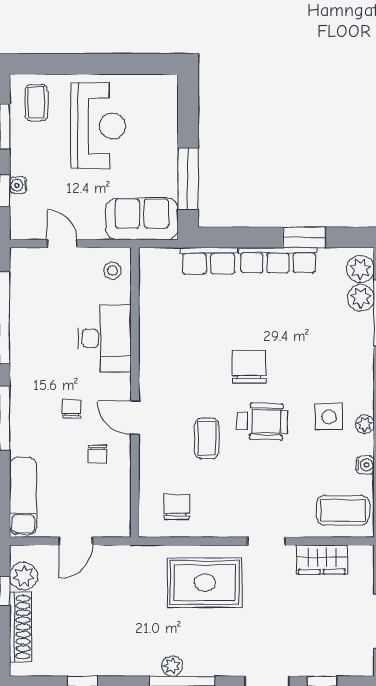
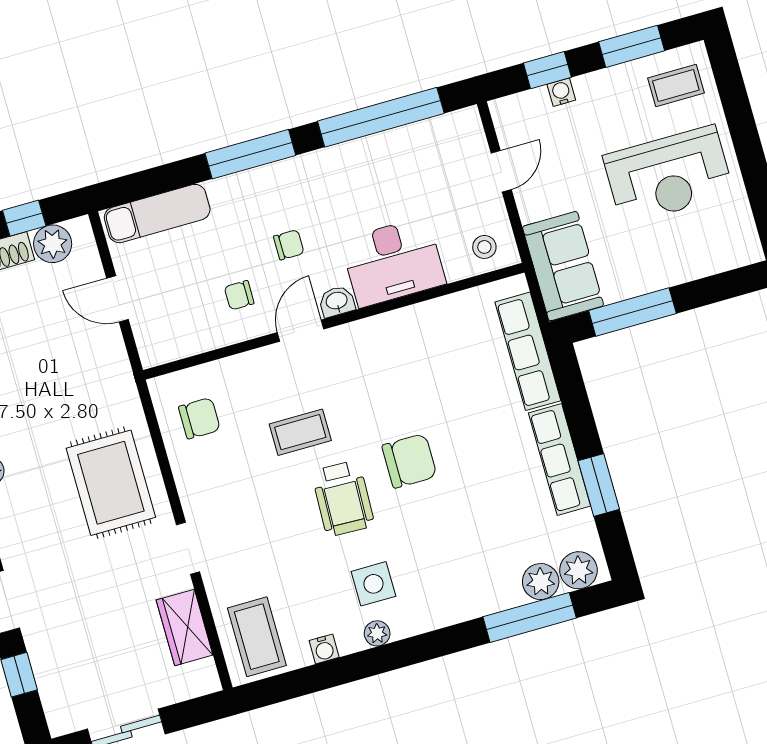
row of seats: (209, 261) -> (528, 351), width x1.48
washbasin: (121, 386) -> (337, 301), added

